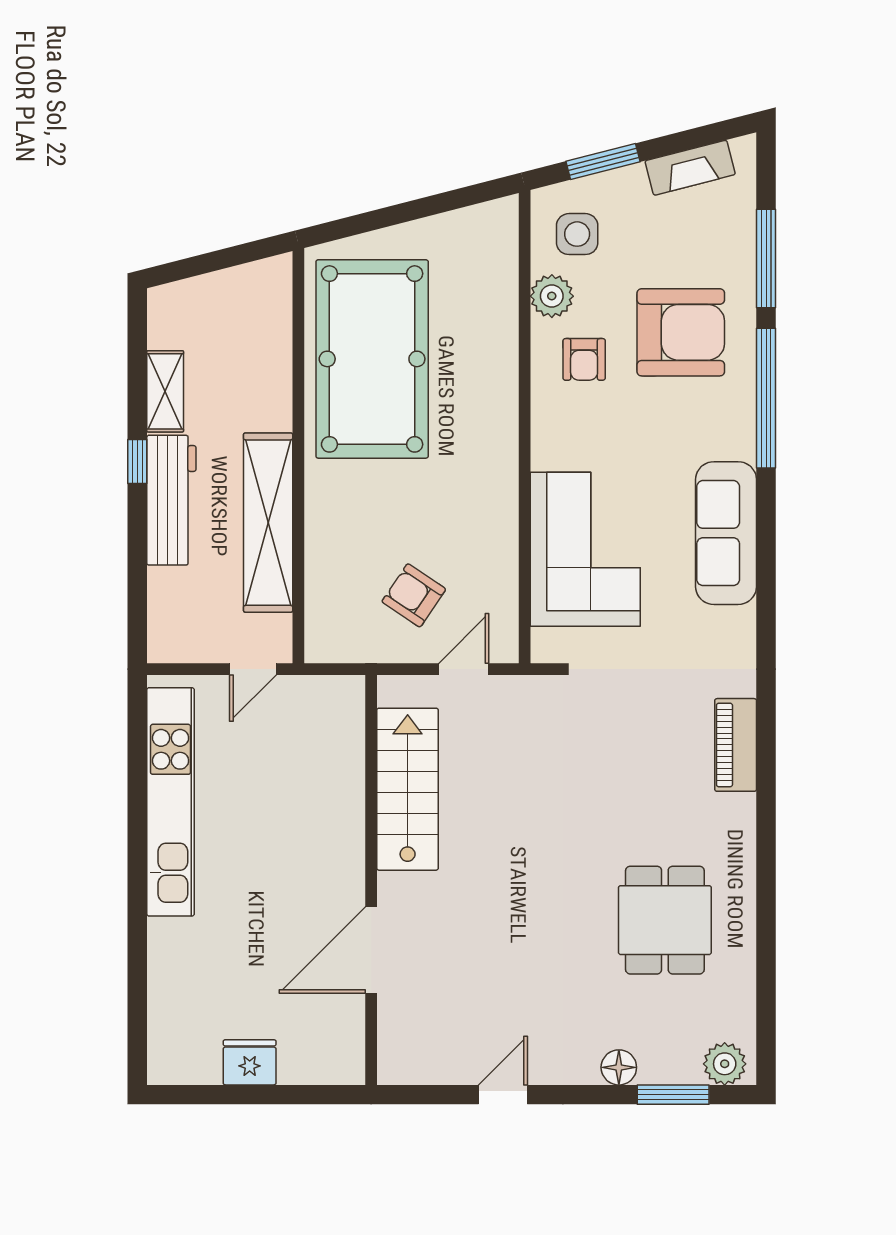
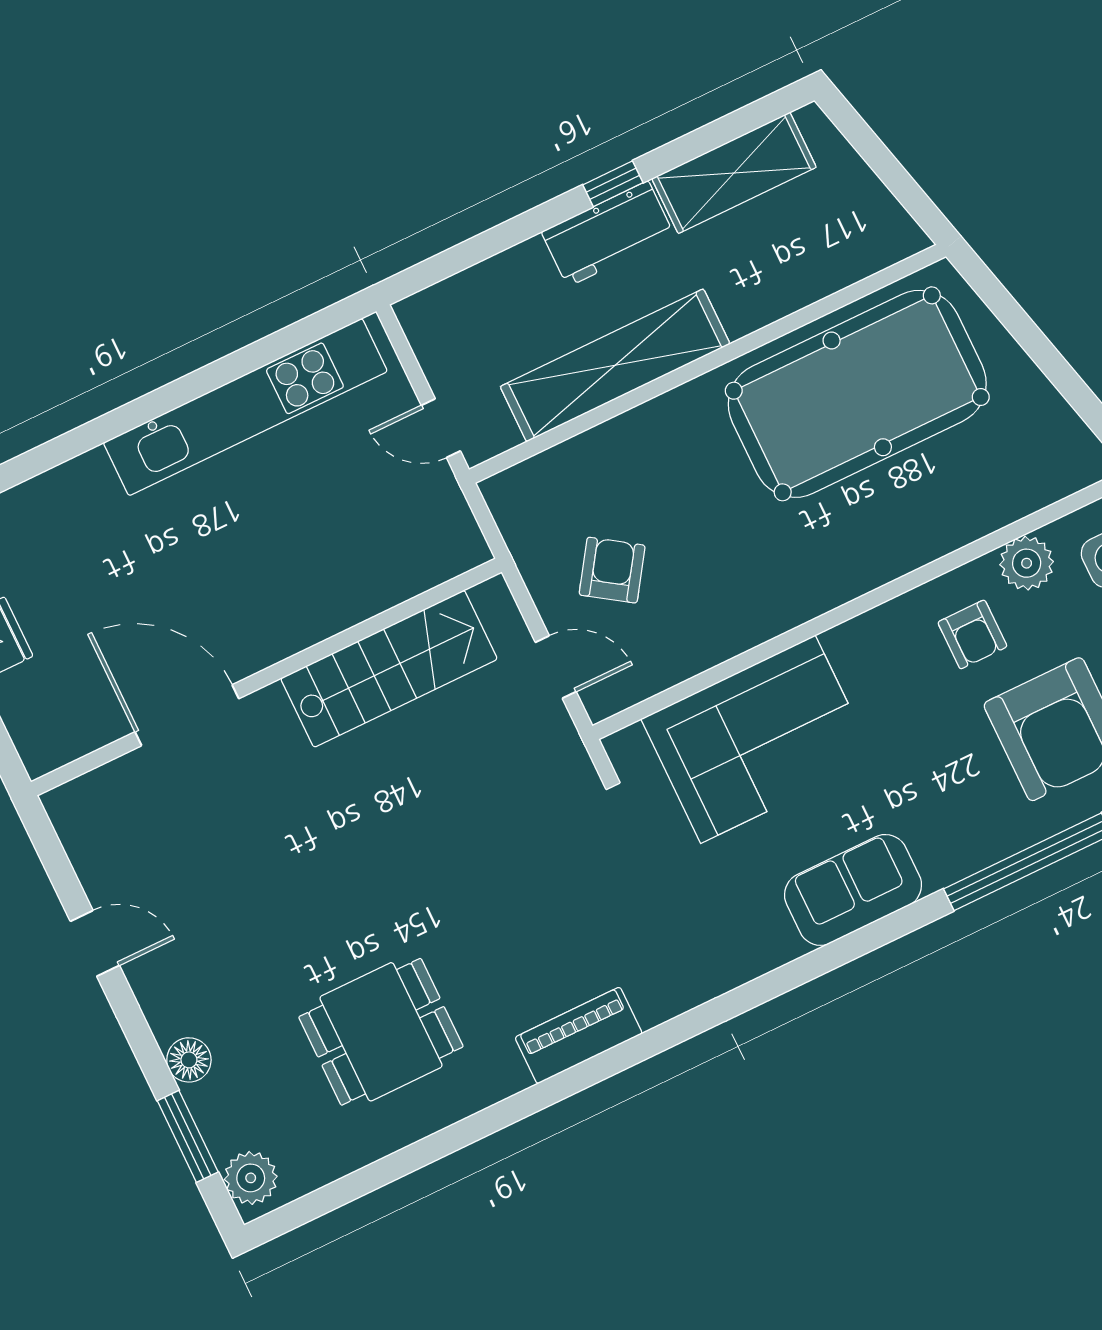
armchair: (584, 359) -> (972, 634), turned -90
shelving: (165, 391) -> (734, 173), width x1.50, depth x1.33
workbench: (171, 500) -> (608, 234), width x0.73
sofa: (726, 533) -> (853, 890), width x0.73
piano: (736, 745) -> (579, 1035), moved

